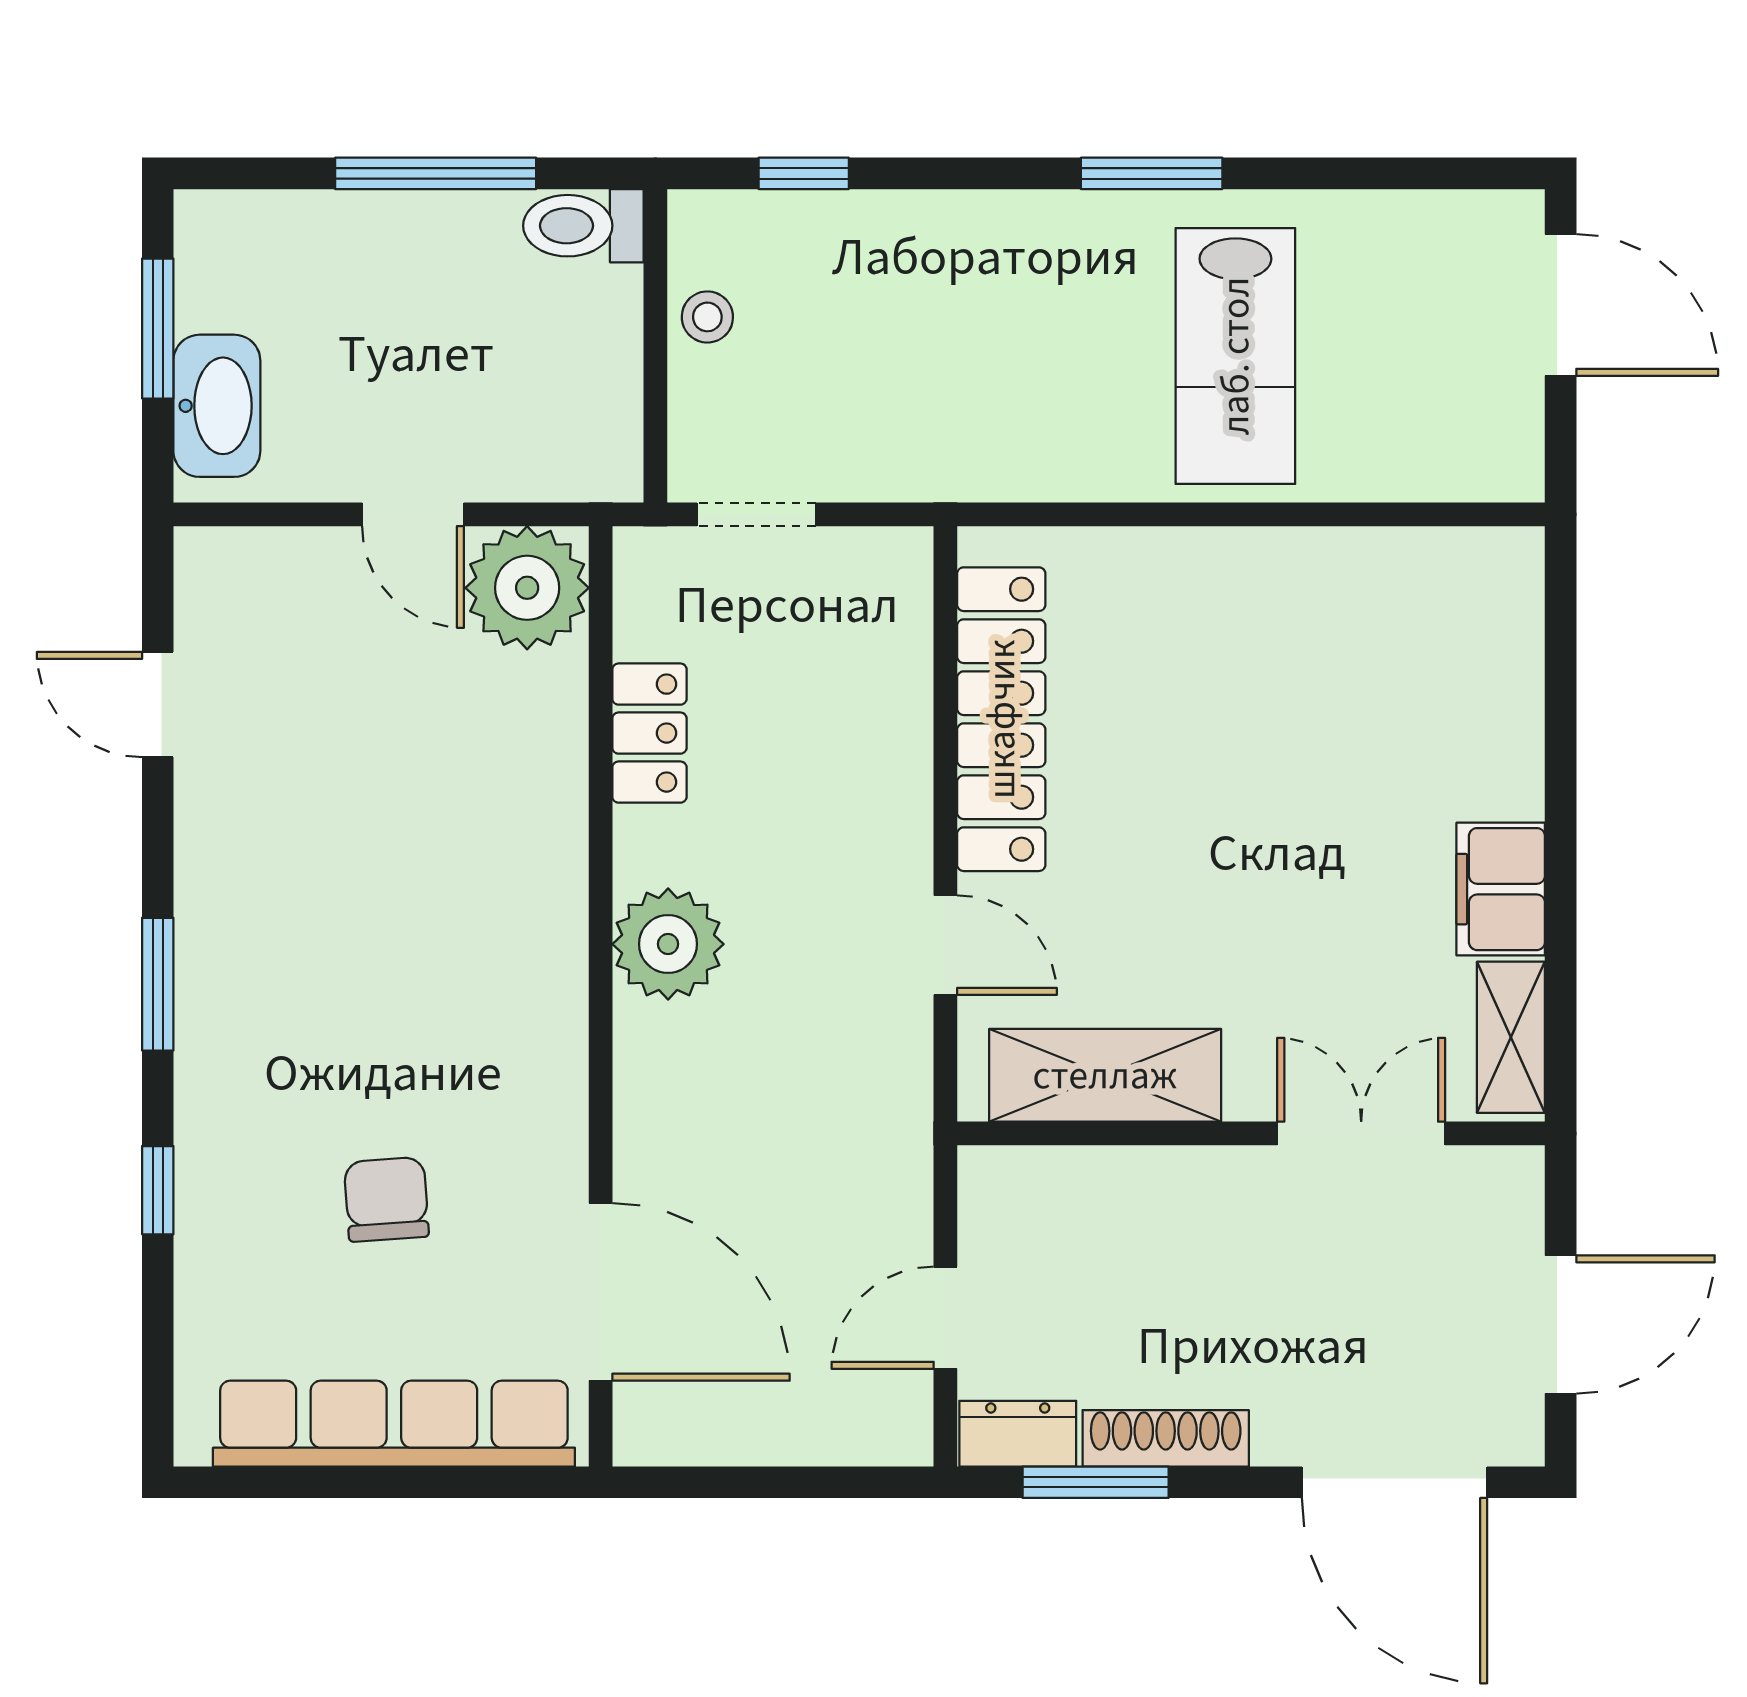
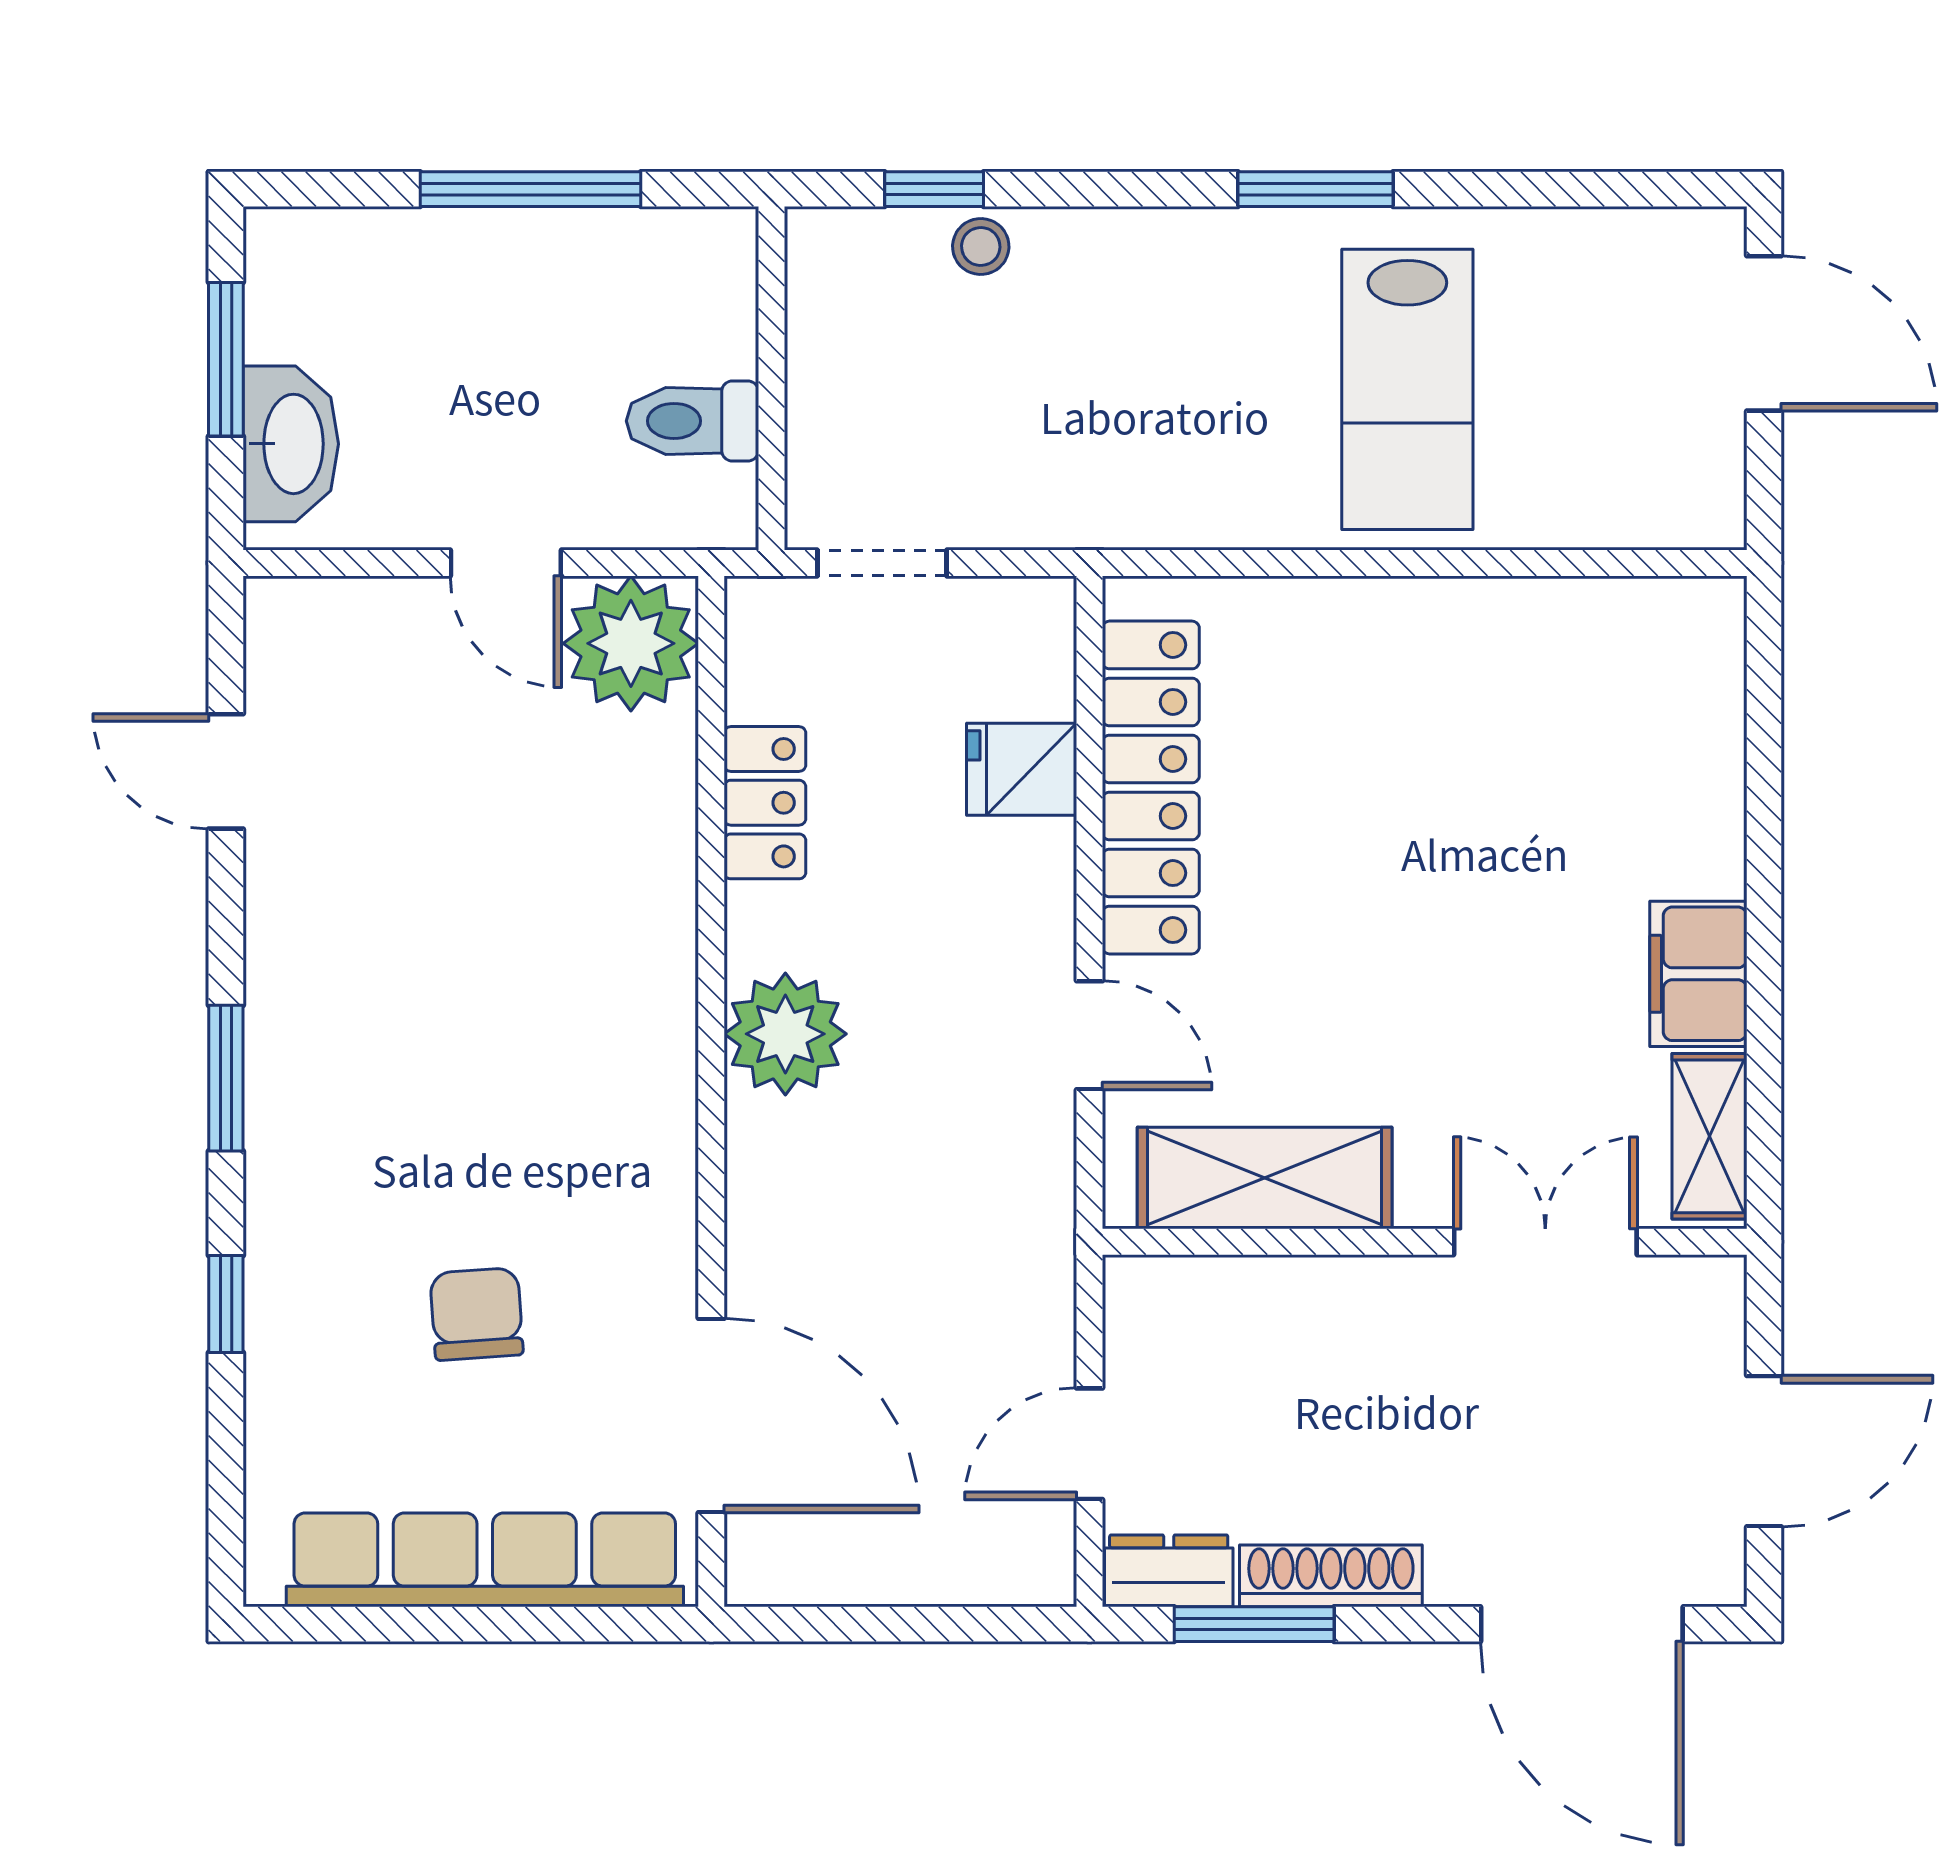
toilet: (583, 226) -> (692, 421), moved
stool: (707, 317) -> (981, 246), moved
fridge: (883, 703) -> (1022, 769), added

